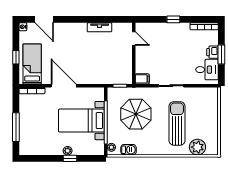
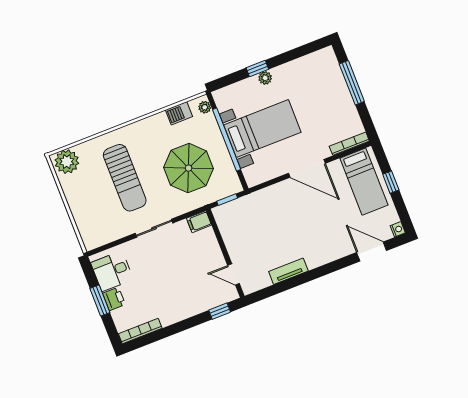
window: (173, 19) -> (220, 311), moved
plant: (197, 147) -> (67, 162), moved

